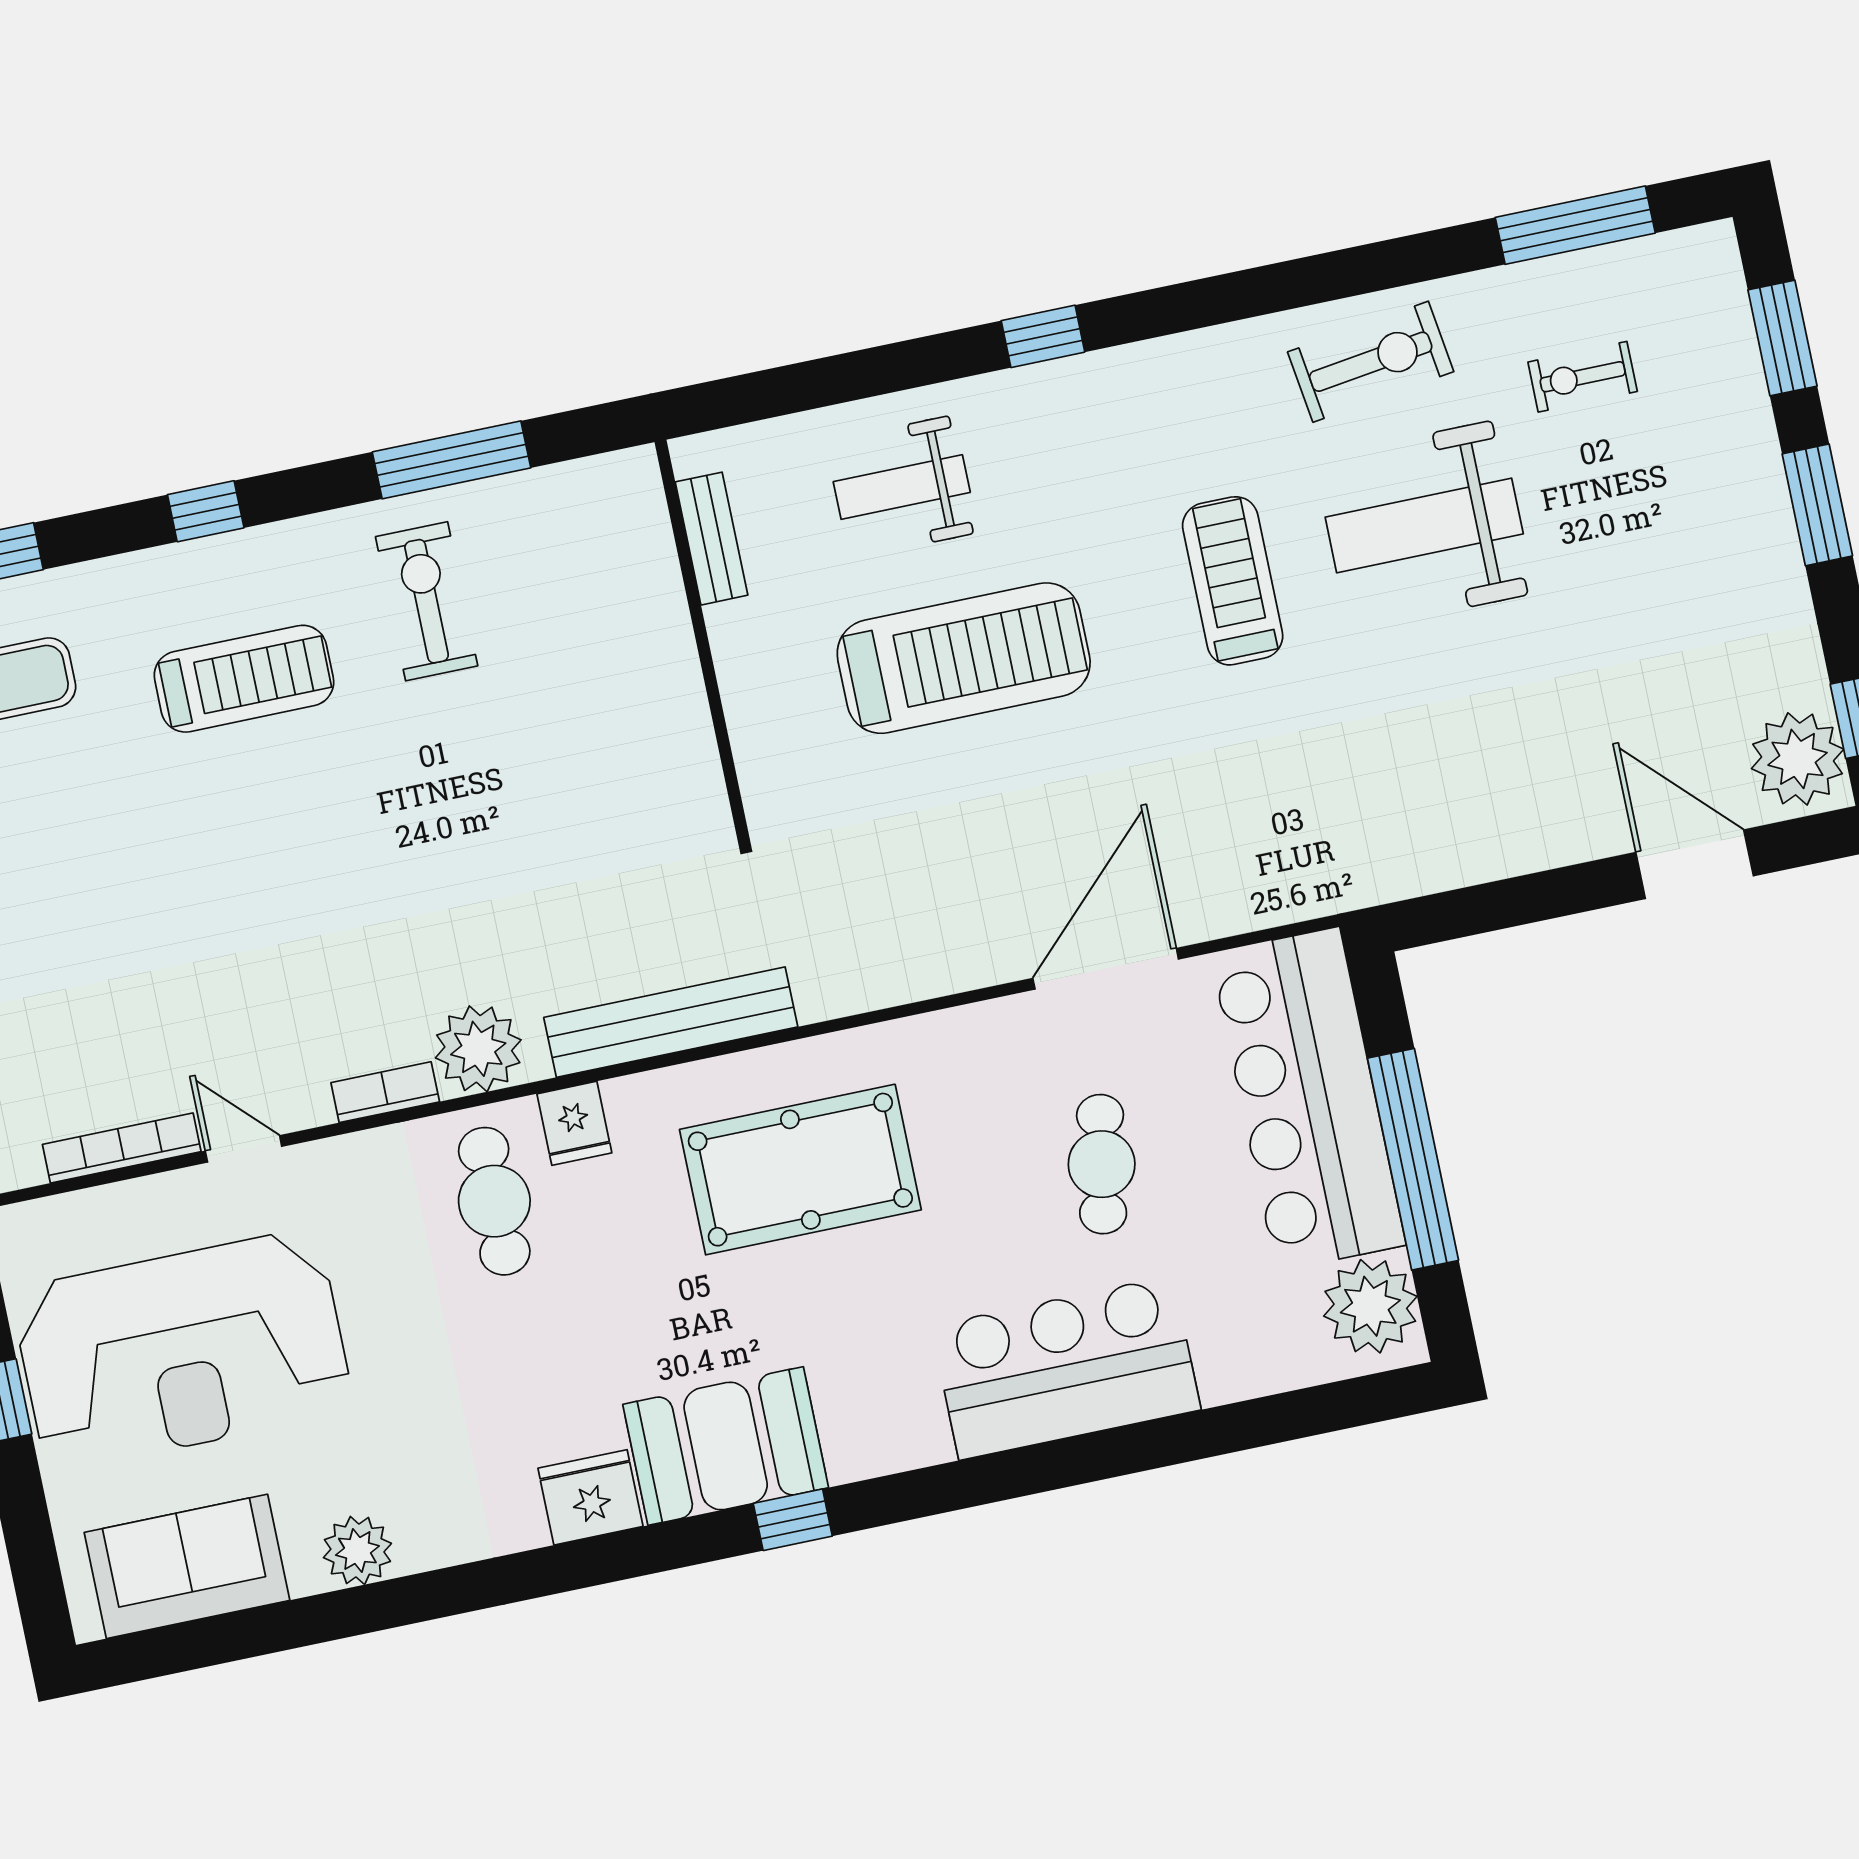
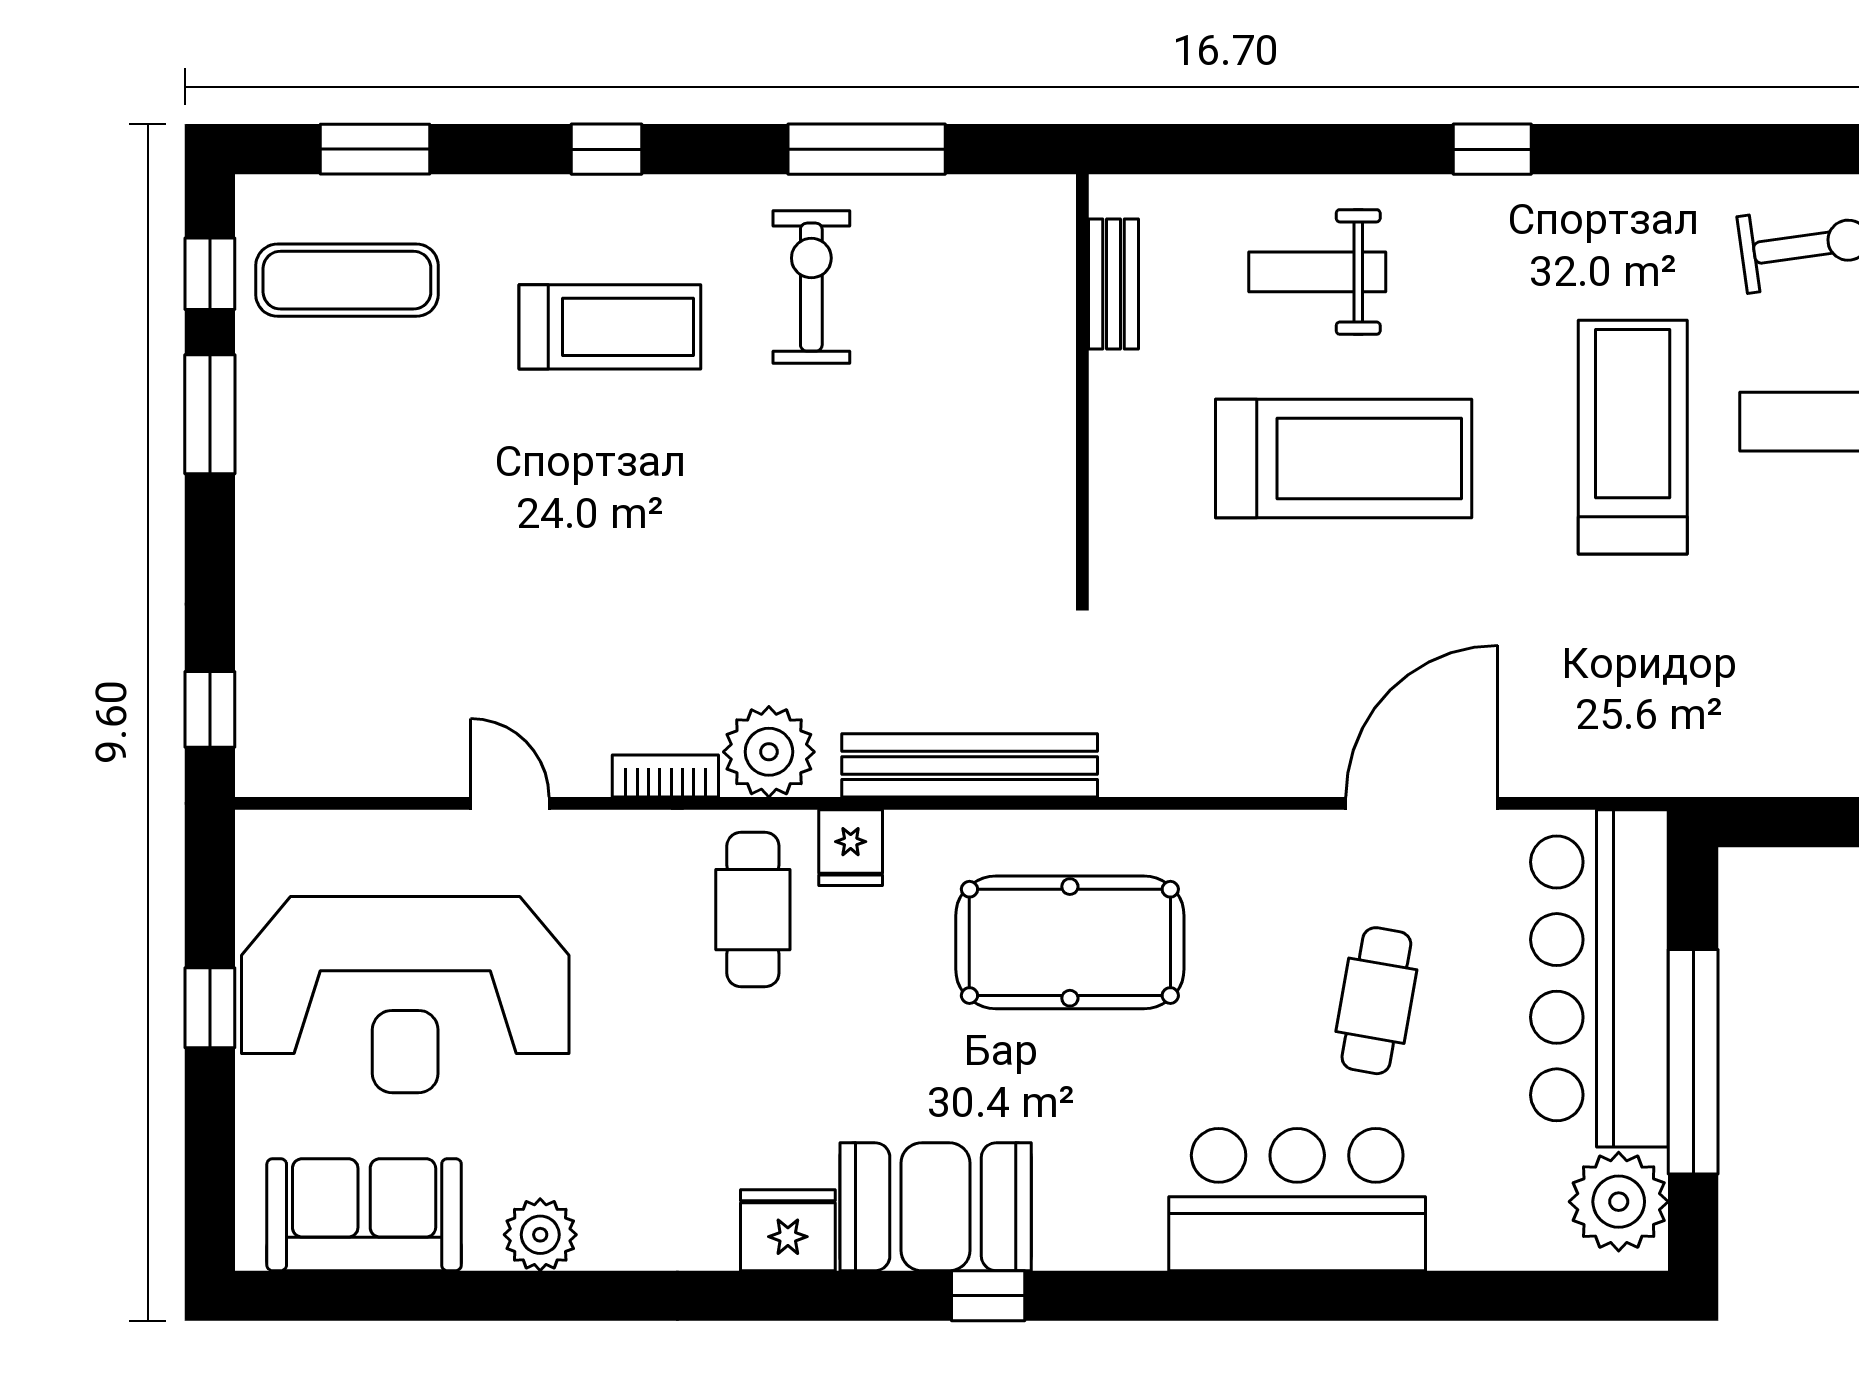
treadmill: (1233, 581) -> (1633, 437), width x1.37, depth x1.38
bookcase: (122, 1148) -> (387, 777), removed

